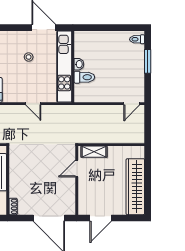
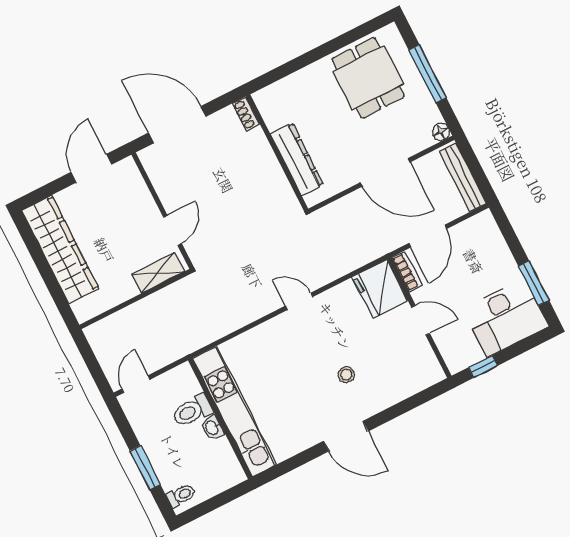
washbasin: (79, 64) -> (212, 428), moved
kitchen unit: (64, 67) -> (235, 412), moved
wall: (73, 67) -> (220, 419), moved
toilet: (84, 77) -> (192, 411), moved

